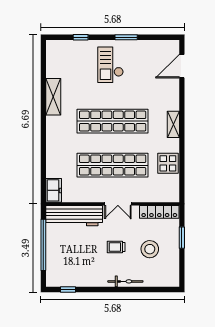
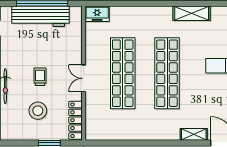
shelving: (173, 124) -> (194, 134), moved
display table: (168, 163) -> (124, 129), removed
workbench: (74, 216) -> (41, 16), moved, turned -90

